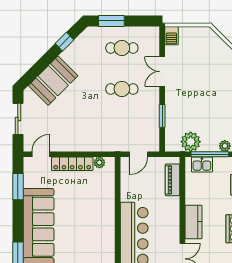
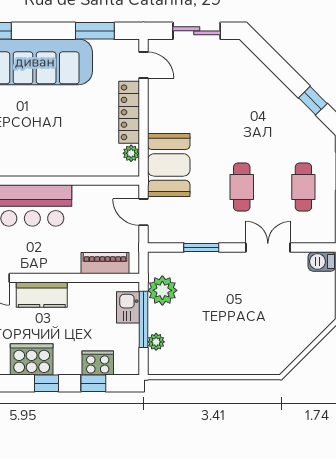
booth: (53, 81) -> (169, 165), moved, turned 45

